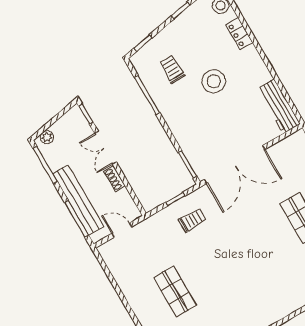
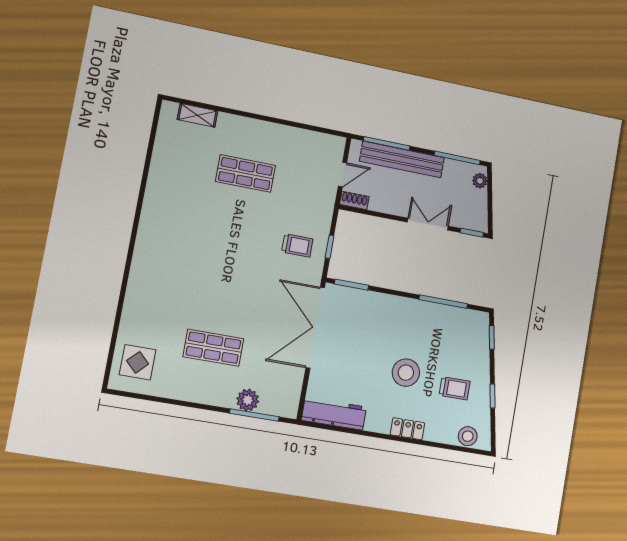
locker: (239, 34) -> (407, 429), moved
trolley: (172, 69) -> (455, 388), moved
shoe rack: (115, 179) -> (354, 200), moved
trolley: (192, 220) -> (297, 245), turned -90

